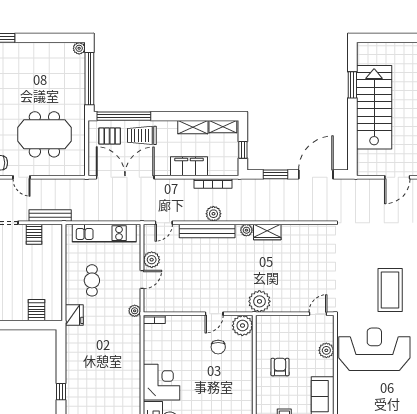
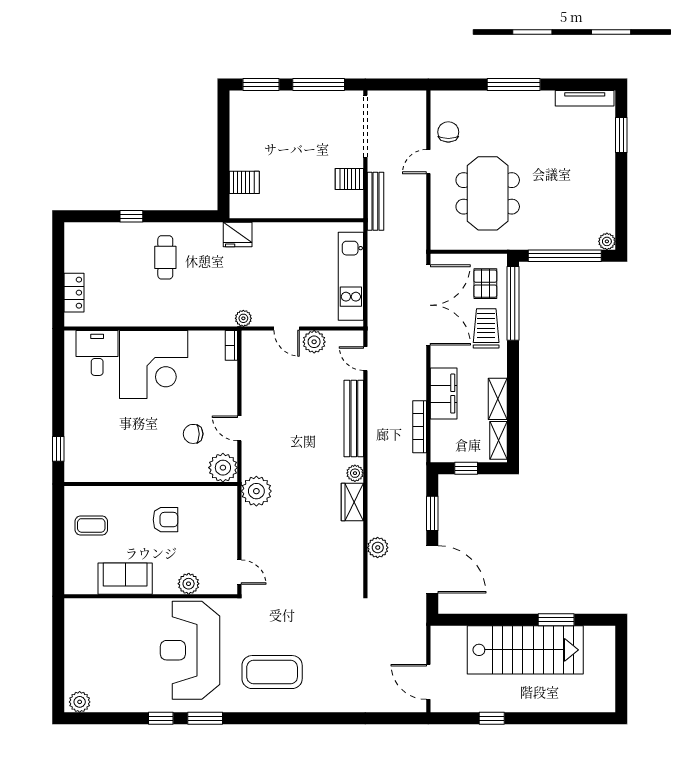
plant: (213, 214) -> (378, 548), moved
cafe table: (92, 280) -> (165, 257), moved, turned 90
reception desk: (374, 349) -> (190, 650), turned 180
corner desk: (162, 382) -> (154, 365), width x1.36, depth x1.36

